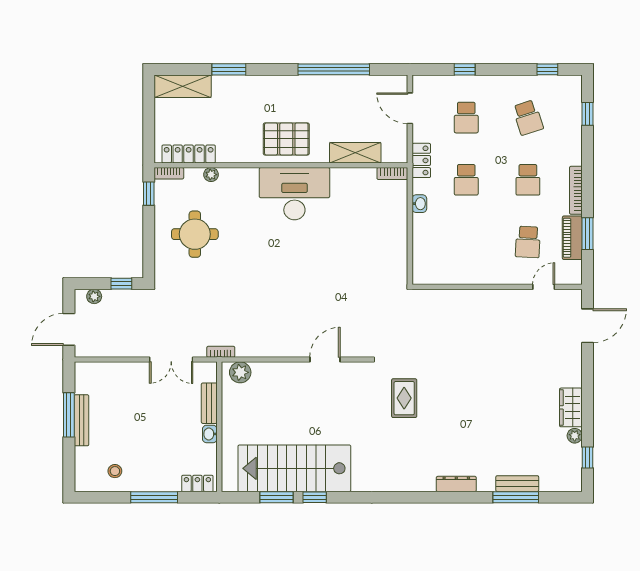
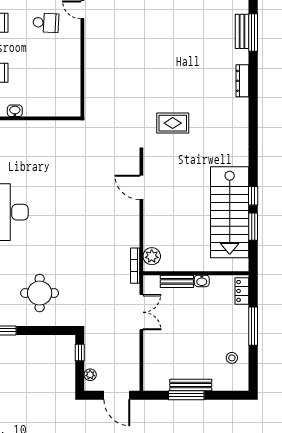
bookcase: (221, 352) -> (135, 266), width x1.56

